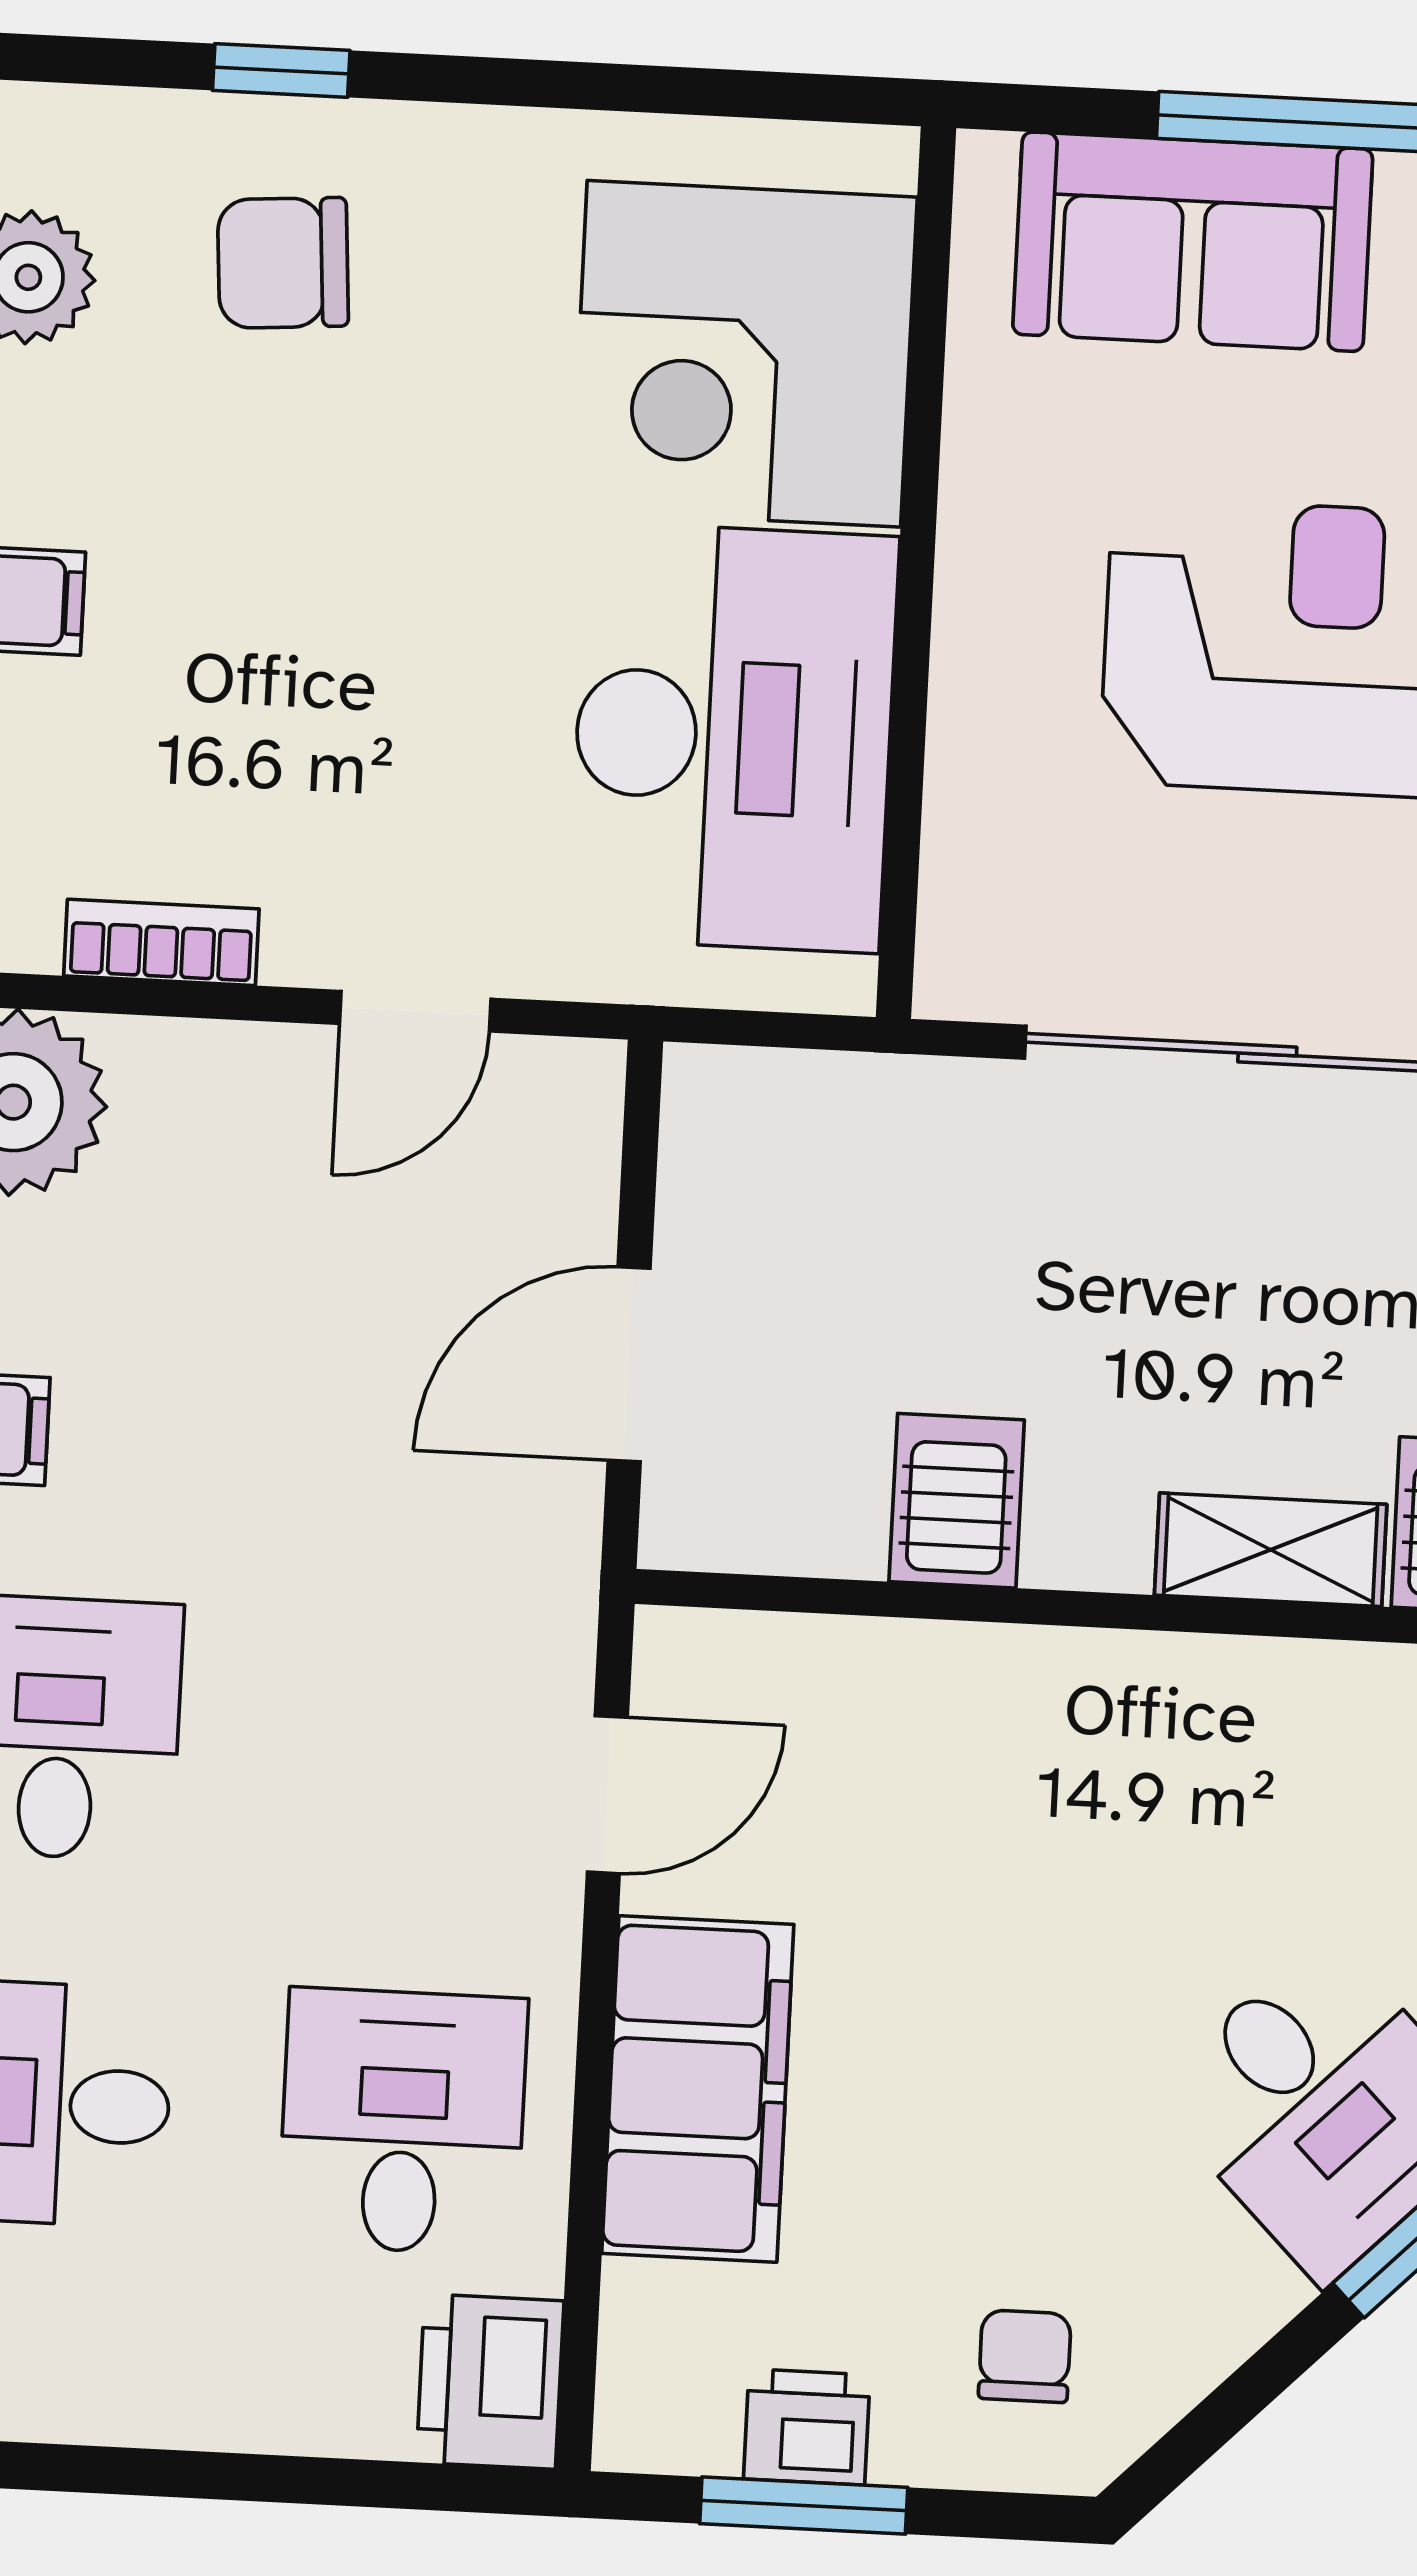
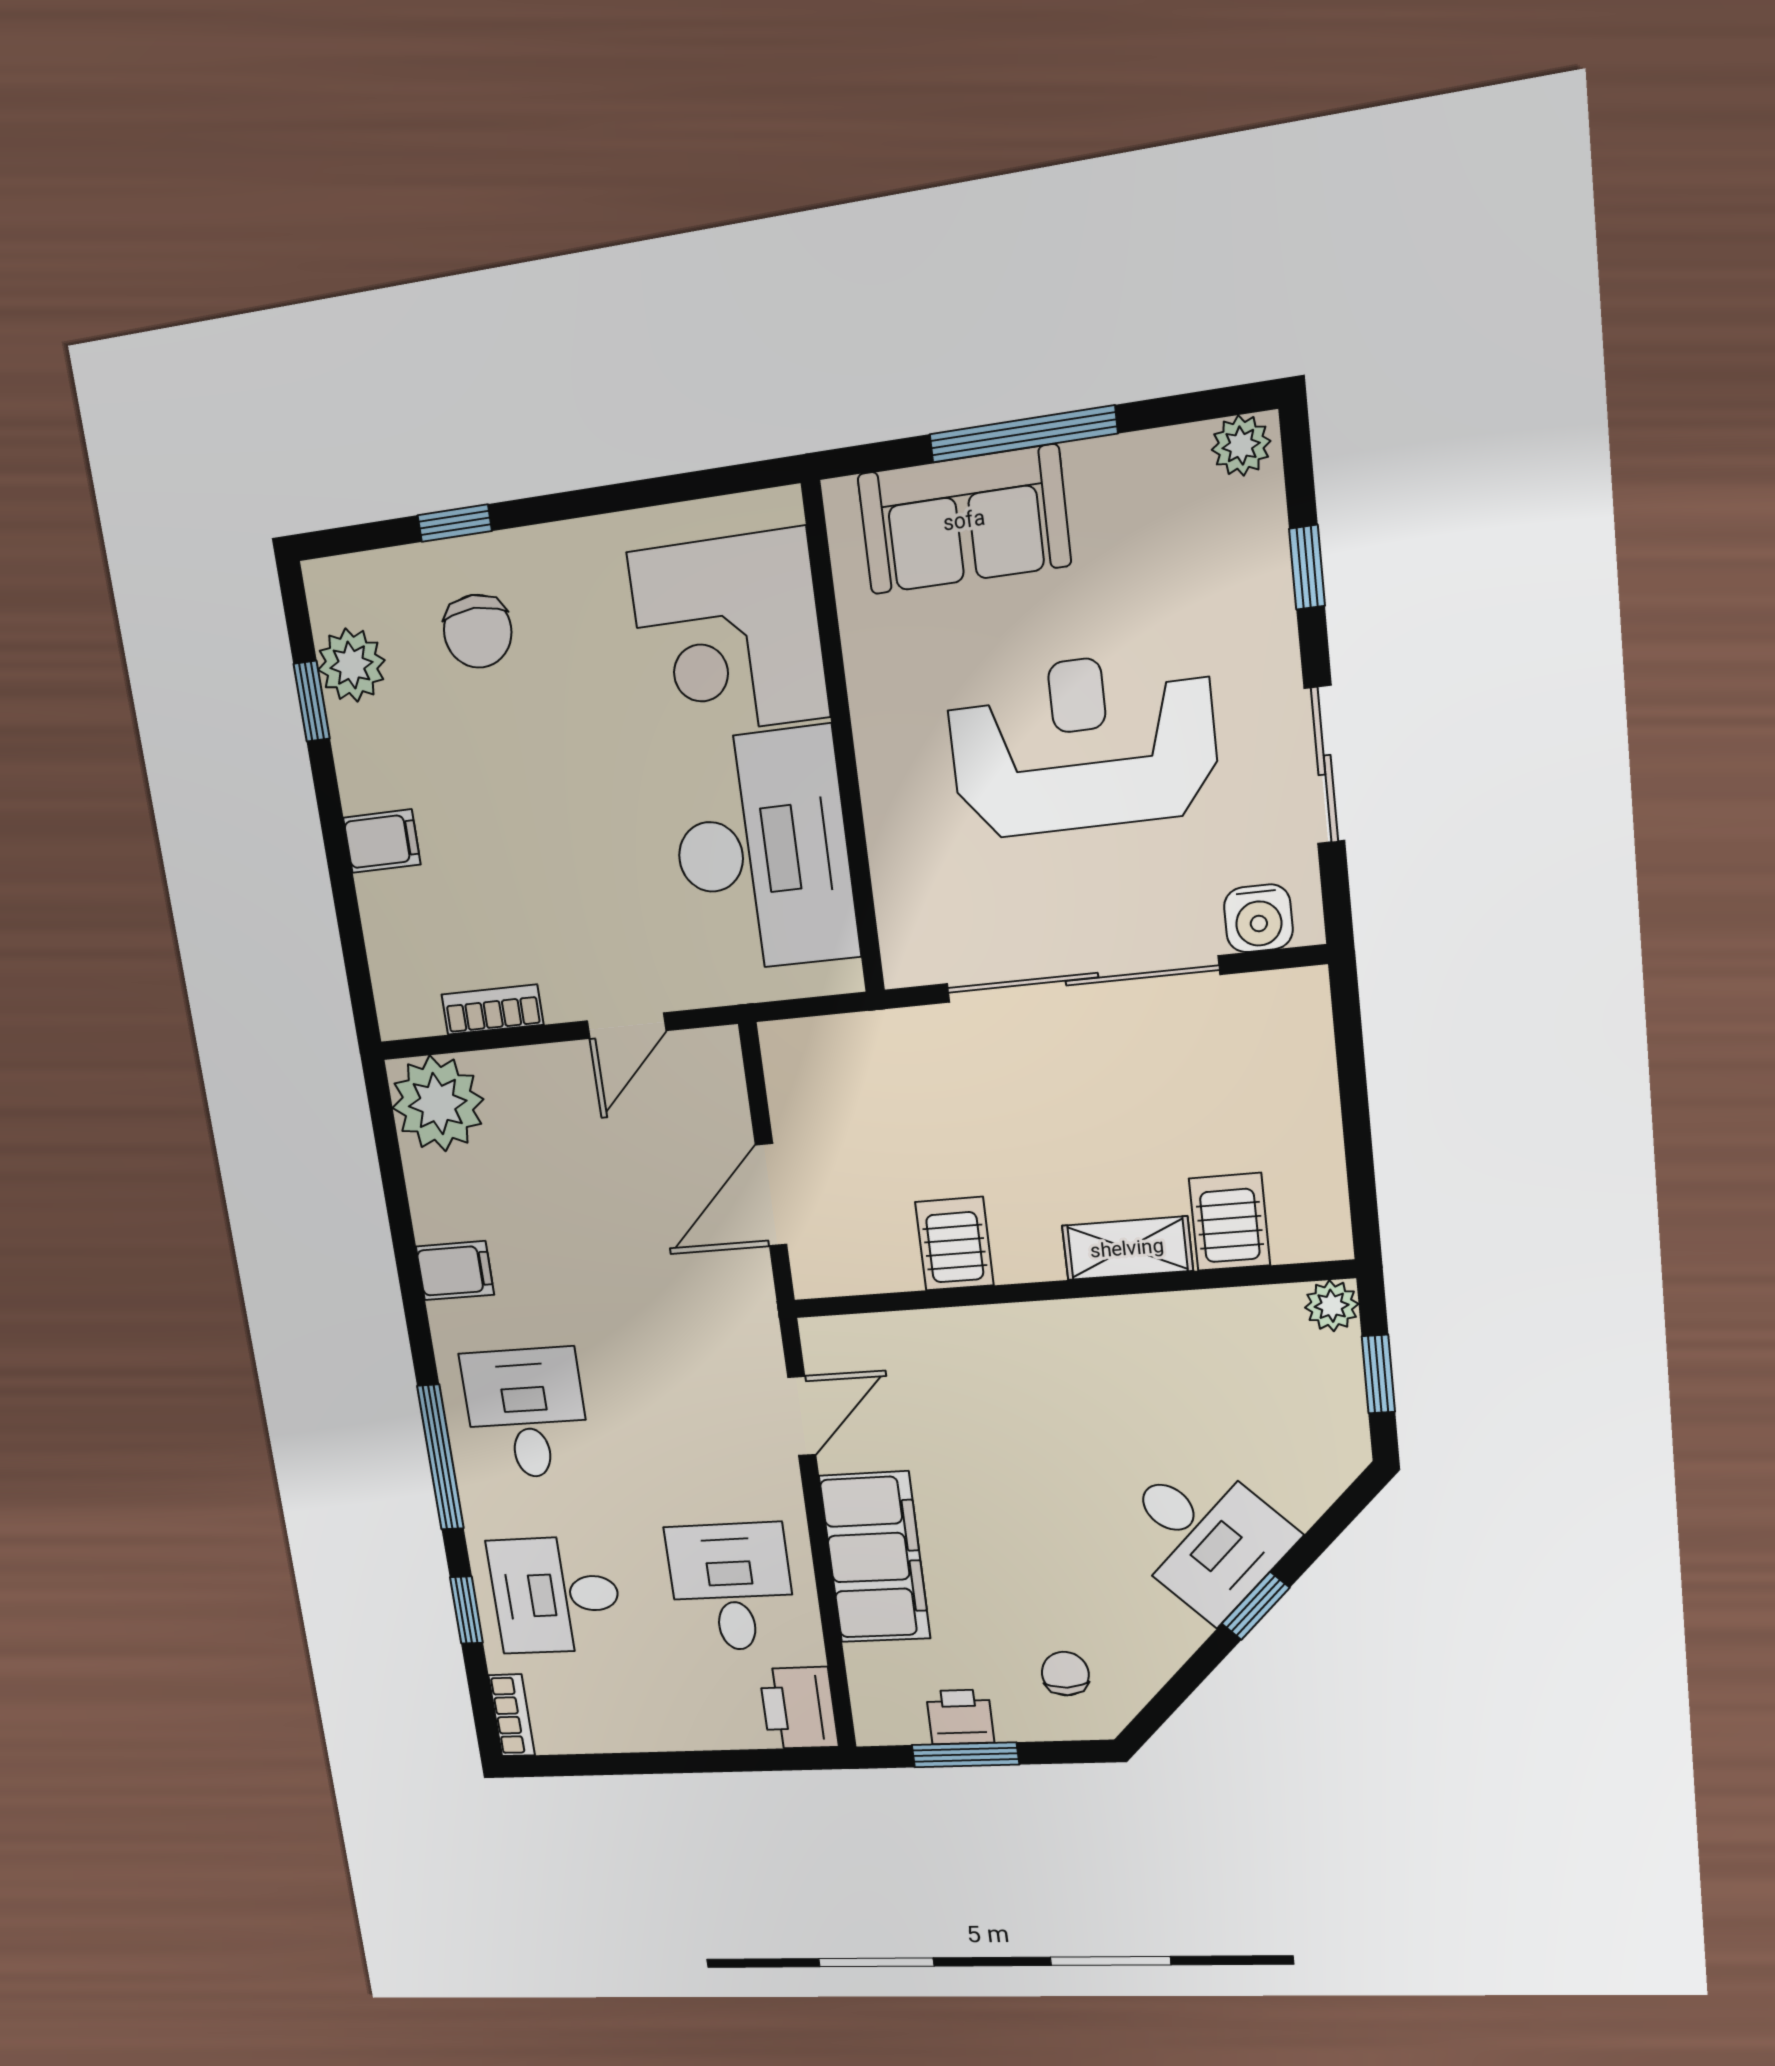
chair: (283, 263) -> (478, 631), turned -86

